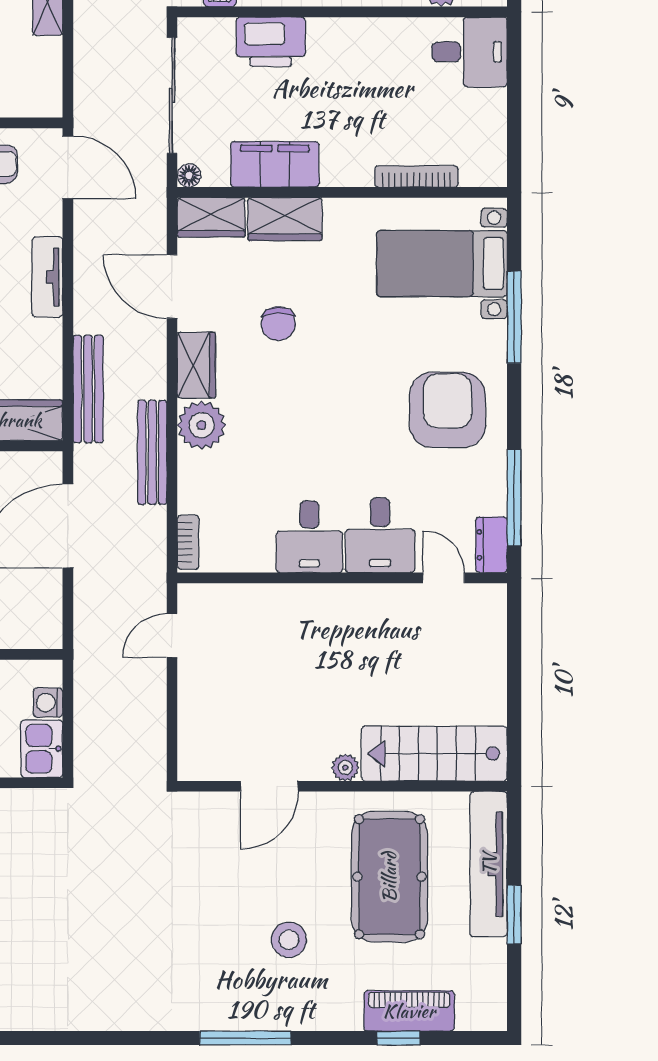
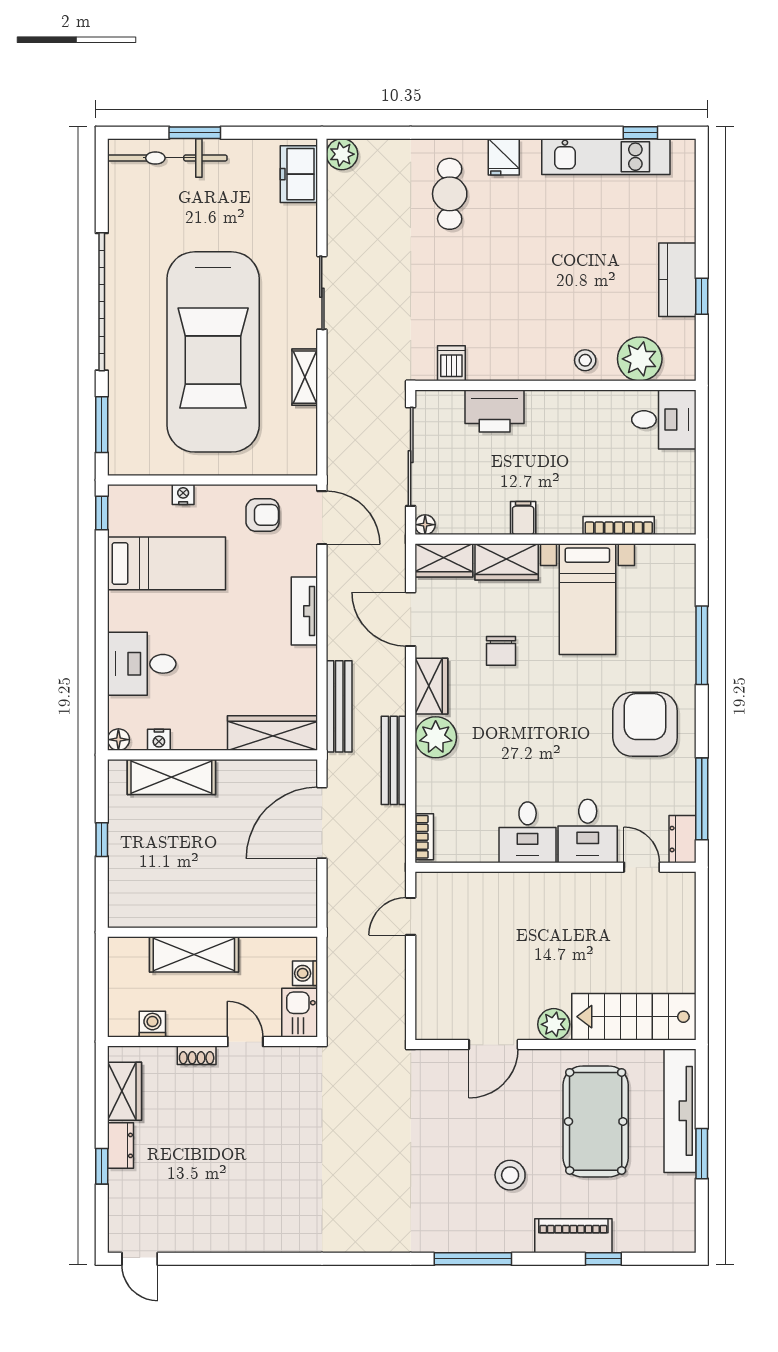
filing cabinet: (275, 164) -> (523, 518), width x0.33, depth x0.86
bed with nightstands: (442, 263) -> (587, 599), moved, turned -90
plant: (345, 768) -> (554, 1024), width x1.38, depth x1.38
piano: (409, 1011) -> (573, 1236), moved

